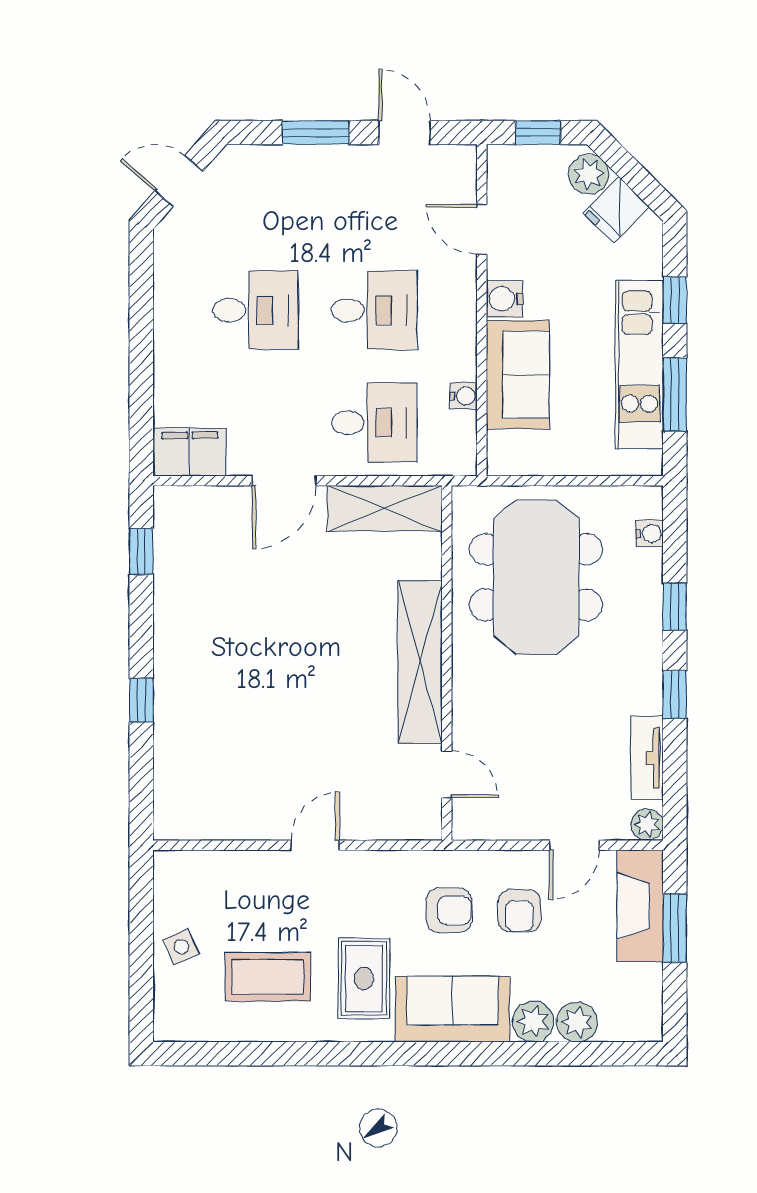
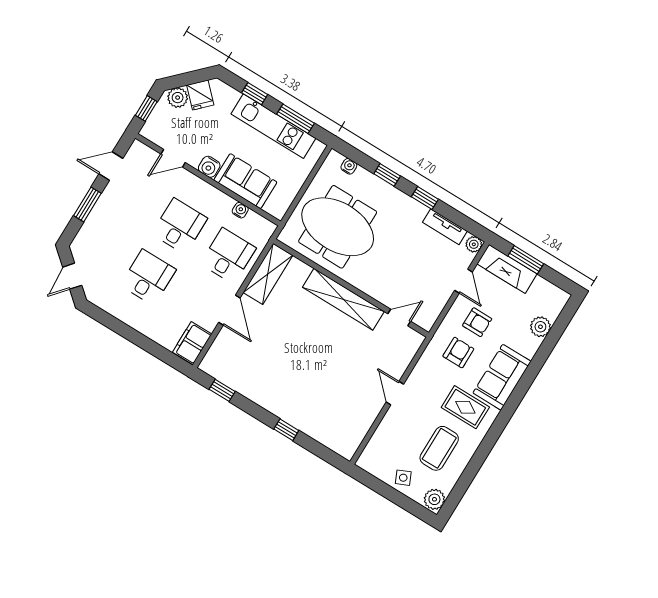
plant: (533, 1022) -> (434, 499), moved

